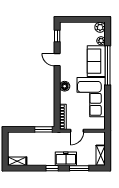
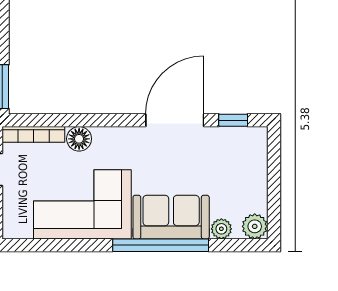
door: (57, 60) -> (175, 120), width x1.87
floor lamp: (65, 86) -> (79, 139), moved

